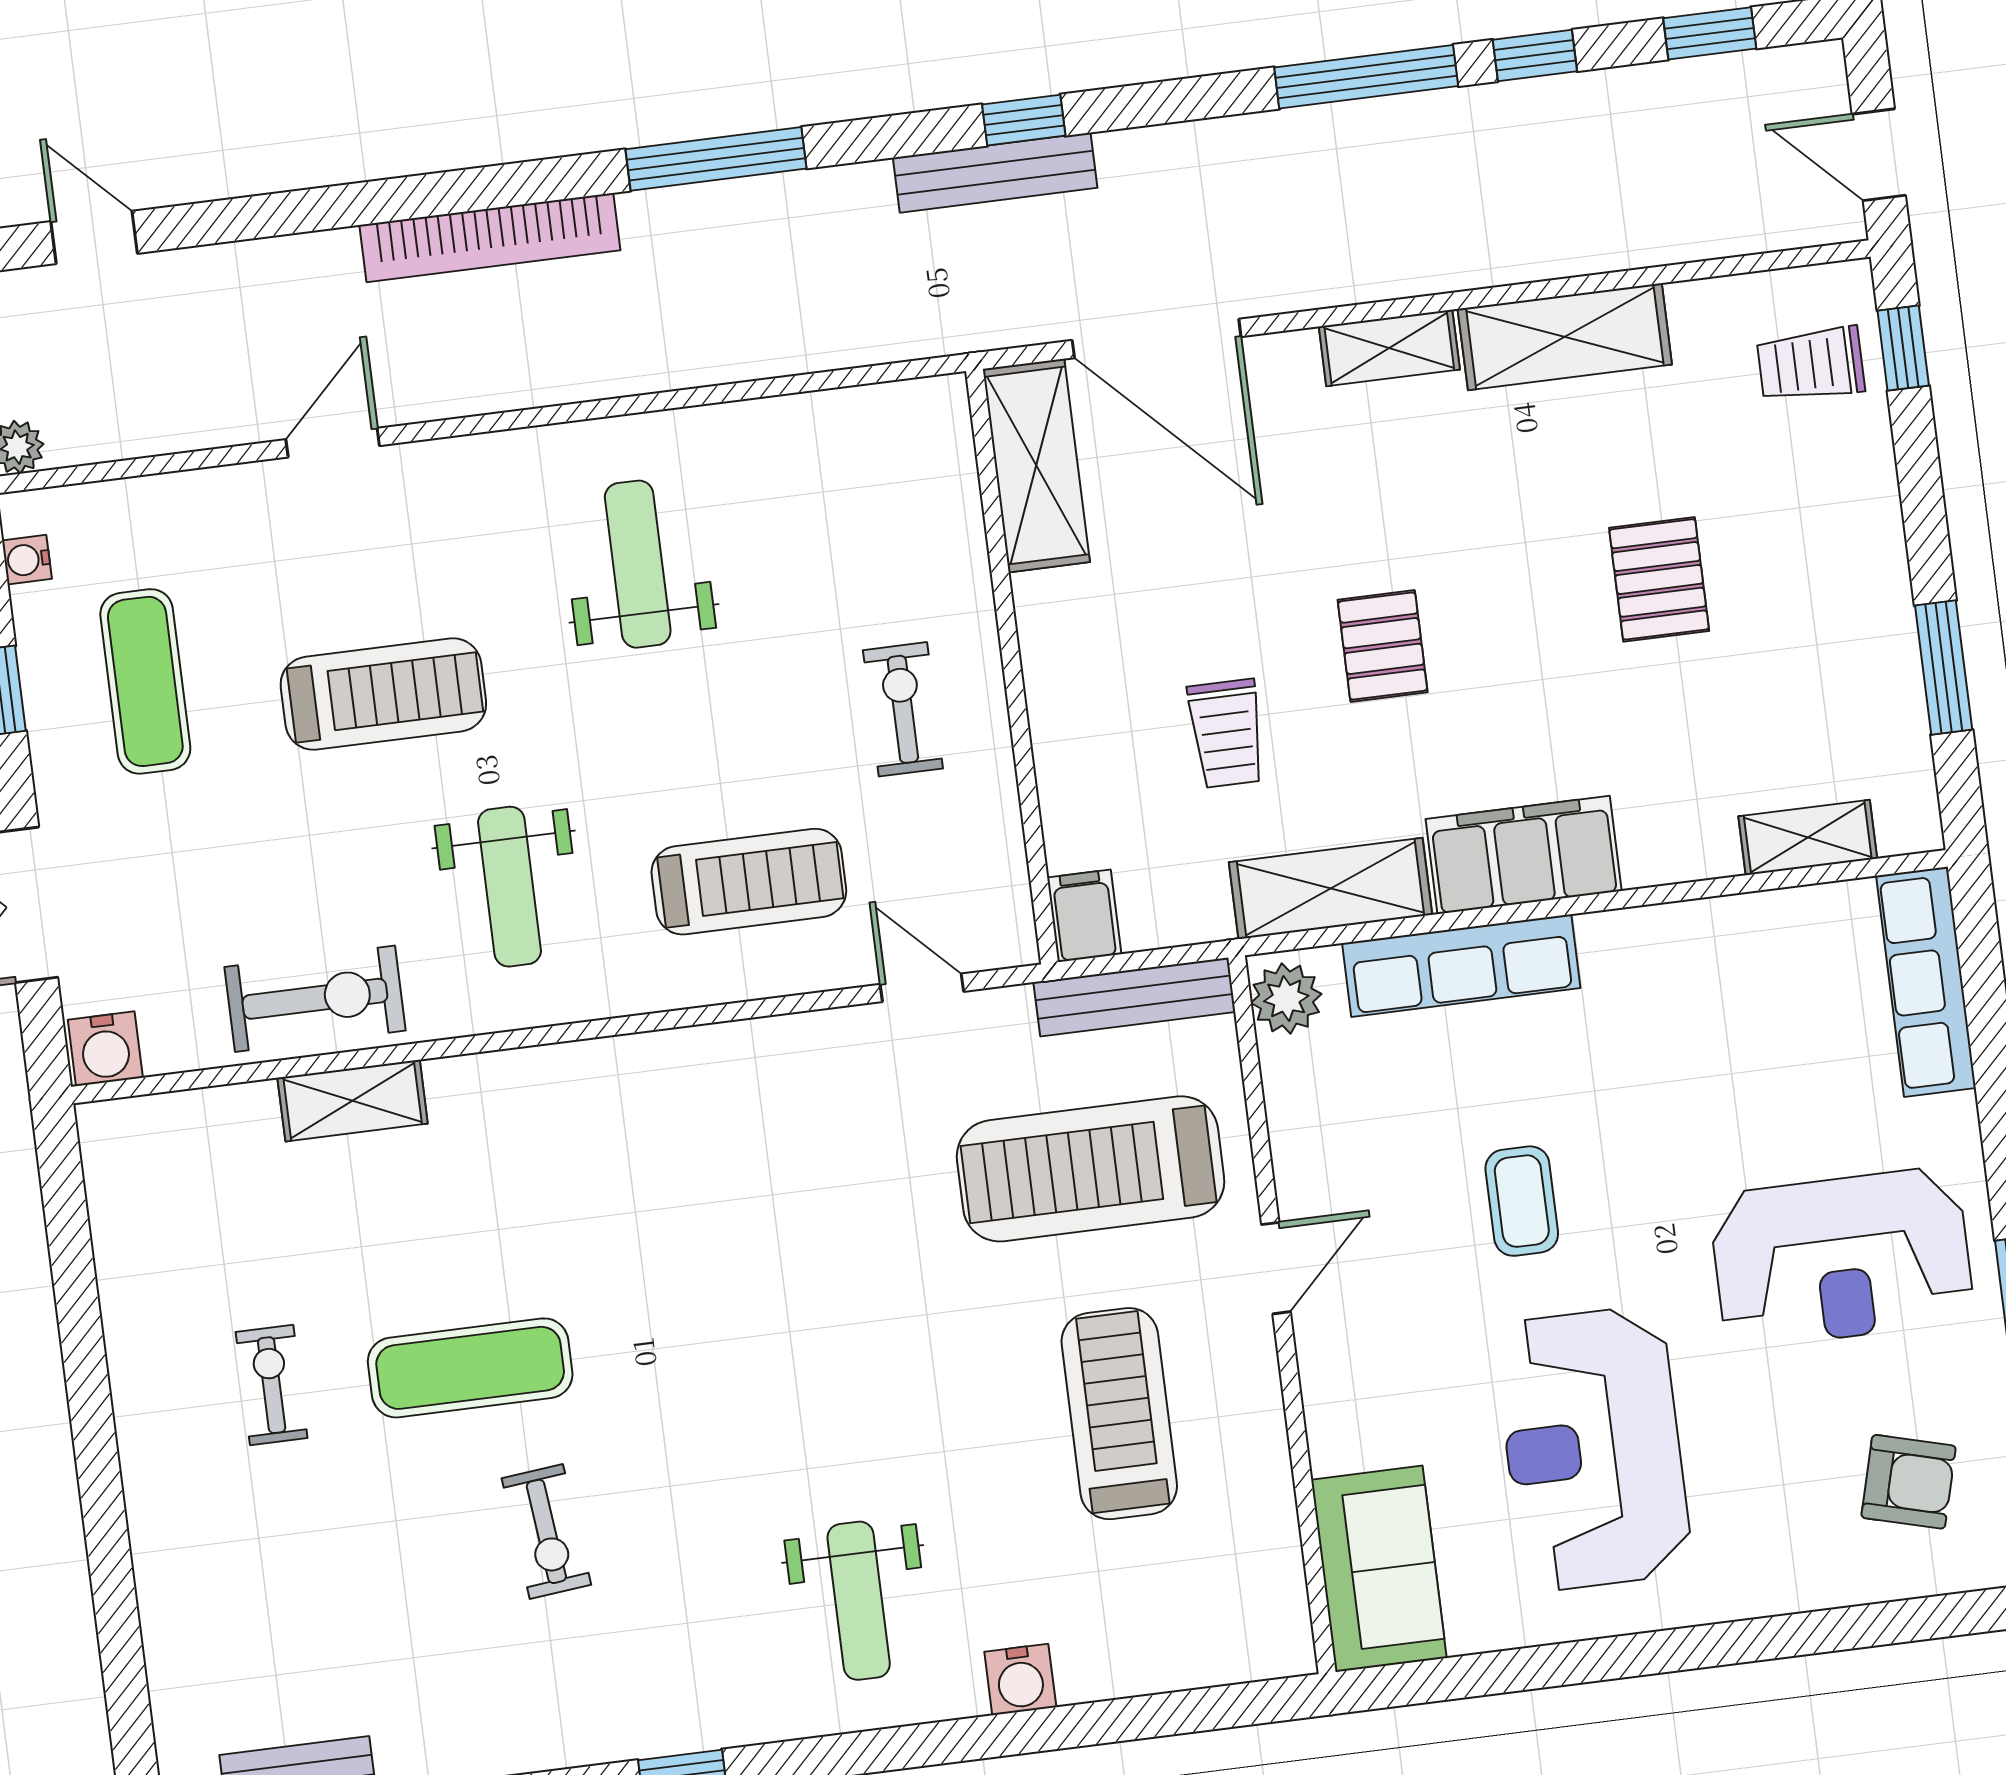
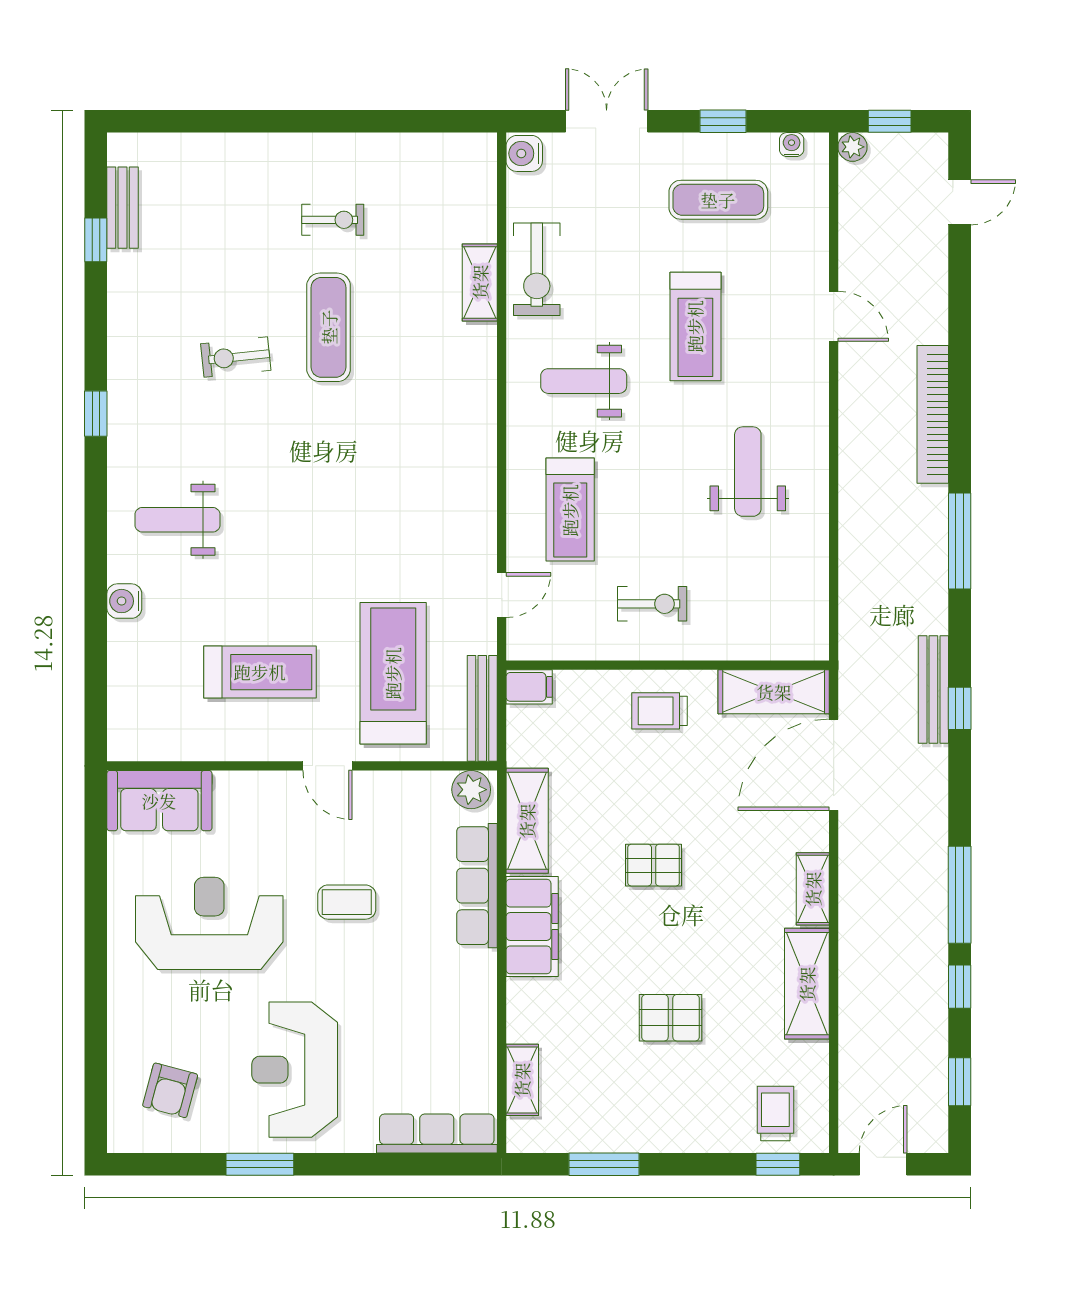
weight bench: (638, 564) -> (748, 472), turned -90
trolley: (1227, 733) -> (659, 711), moved

